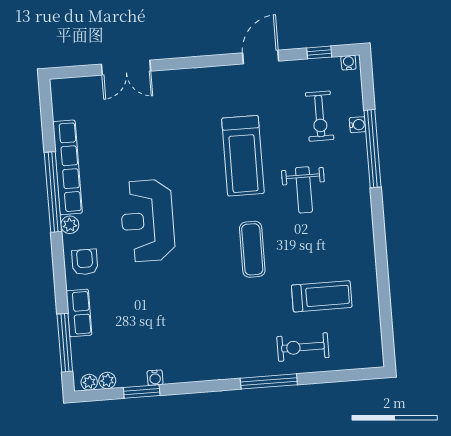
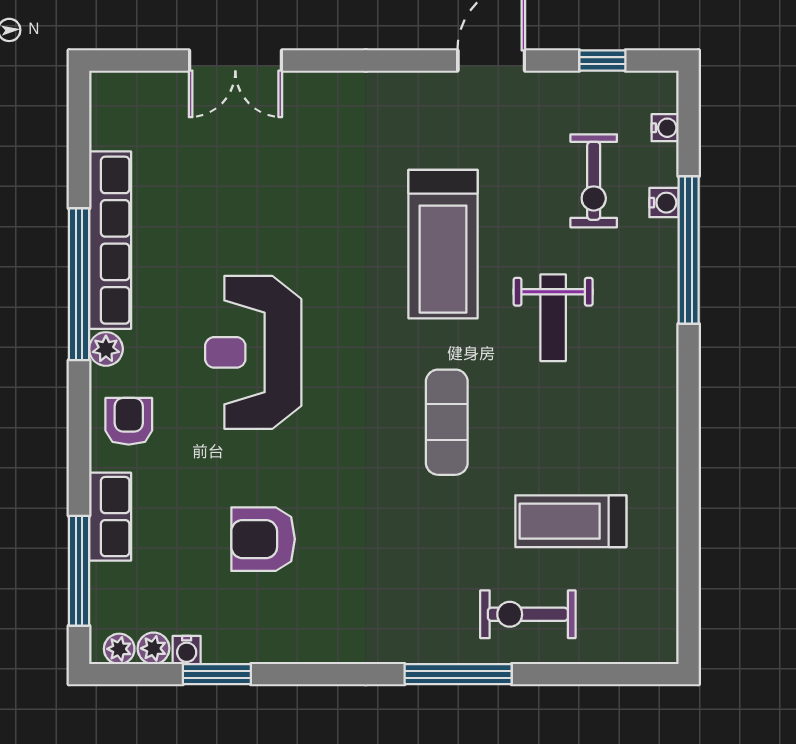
water cooler: (348, 63) -> (665, 128), moved, turned 90
treadmill: (322, 296) -> (571, 521), turned 180
armchair: (160, 318) -> (263, 539), added
water cooler: (155, 378) -> (187, 650), moved

